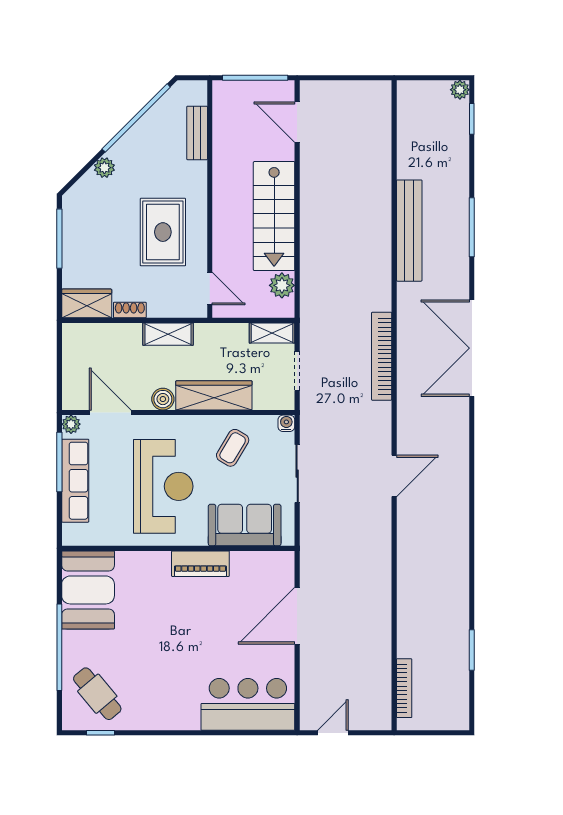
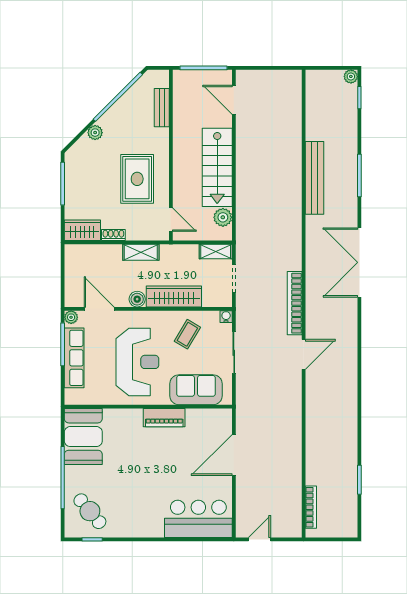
bookcase: (382, 356) -> (295, 303), moved

